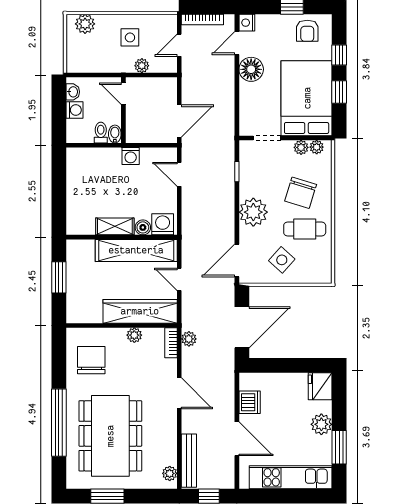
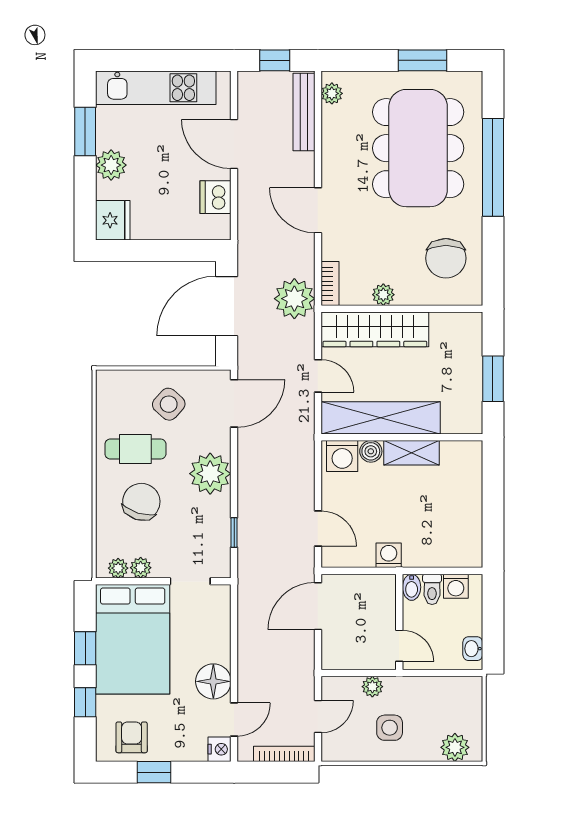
washing machine: (74, 110) -> (456, 586), moved, turned -90
plant: (189, 339) -> (294, 299), width x1.88, depth x1.88

